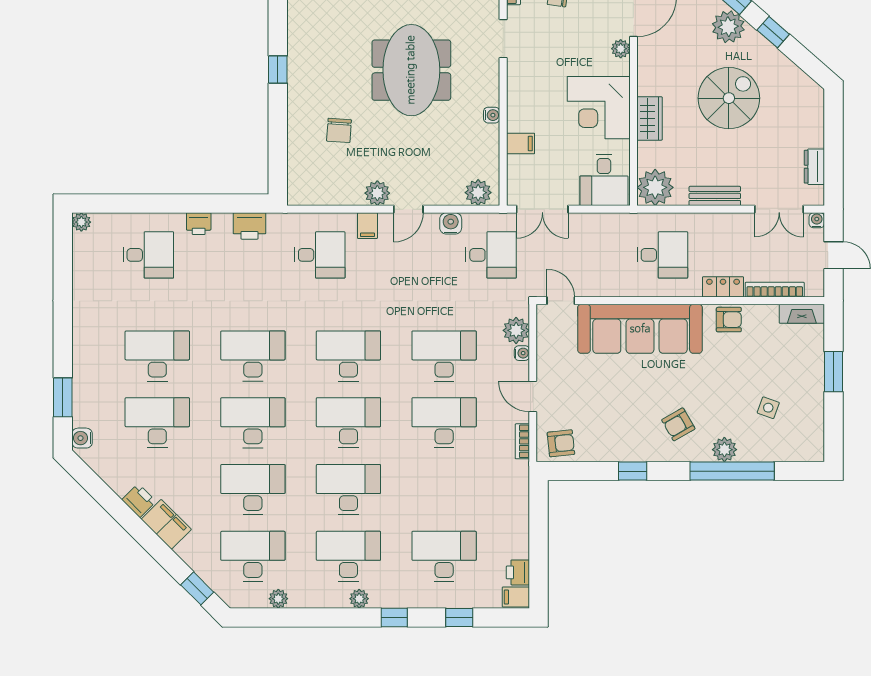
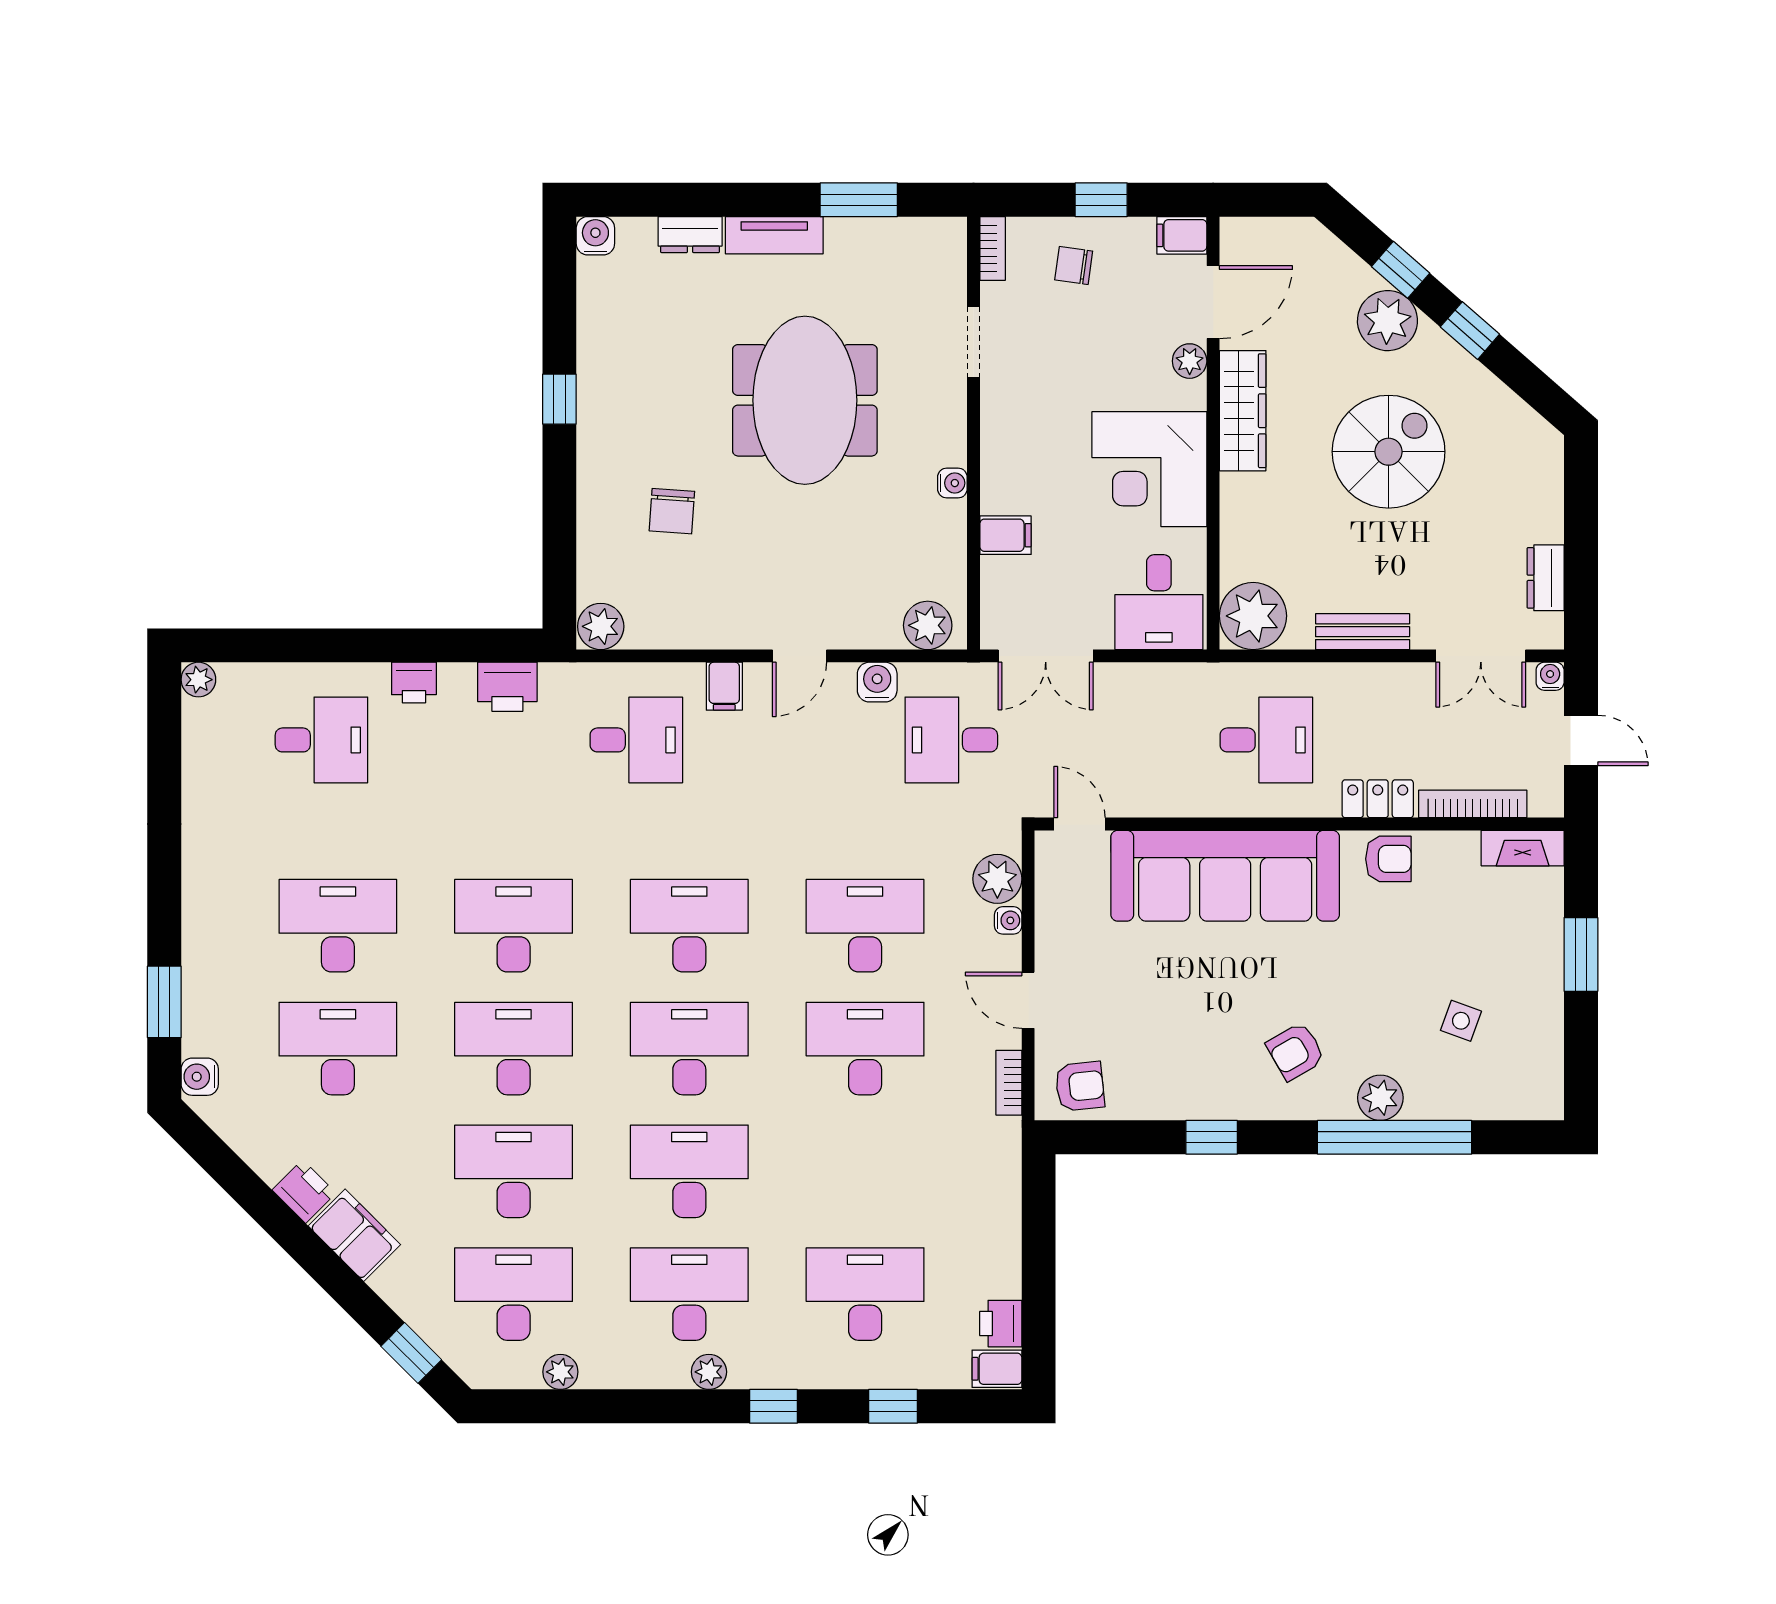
wardrobe: (650, 118) -> (1243, 411), moved, width x1.50
plant: (377, 193) -> (601, 626), moved
desk: (491, 255) -> (951, 740), turned 180

